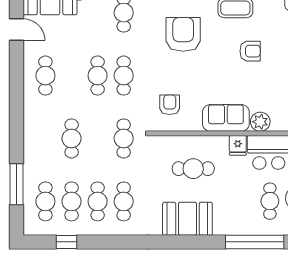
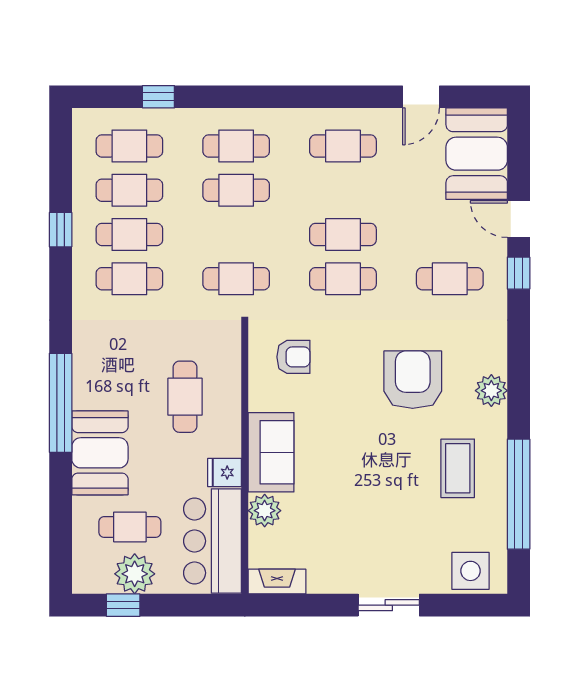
armchair: (183, 34) -> (413, 380), turned -90
armchair: (250, 51) -> (385, 493), removed
cafe table: (45, 138) -> (236, 146), added
window: (16, 184) -> (158, 97), width x0.46
booth: (187, 219) -> (100, 453), moved
window: (67, 242) -> (61, 230), moved
window: (255, 242) -> (61, 403), moved

